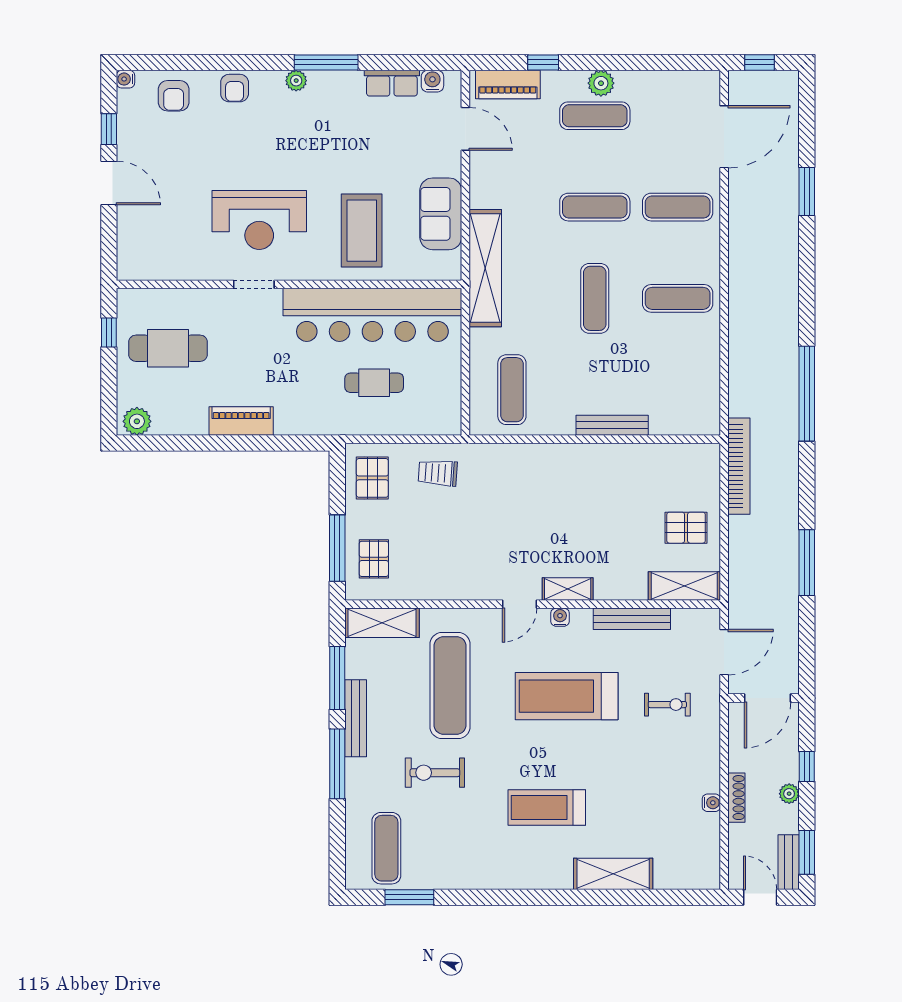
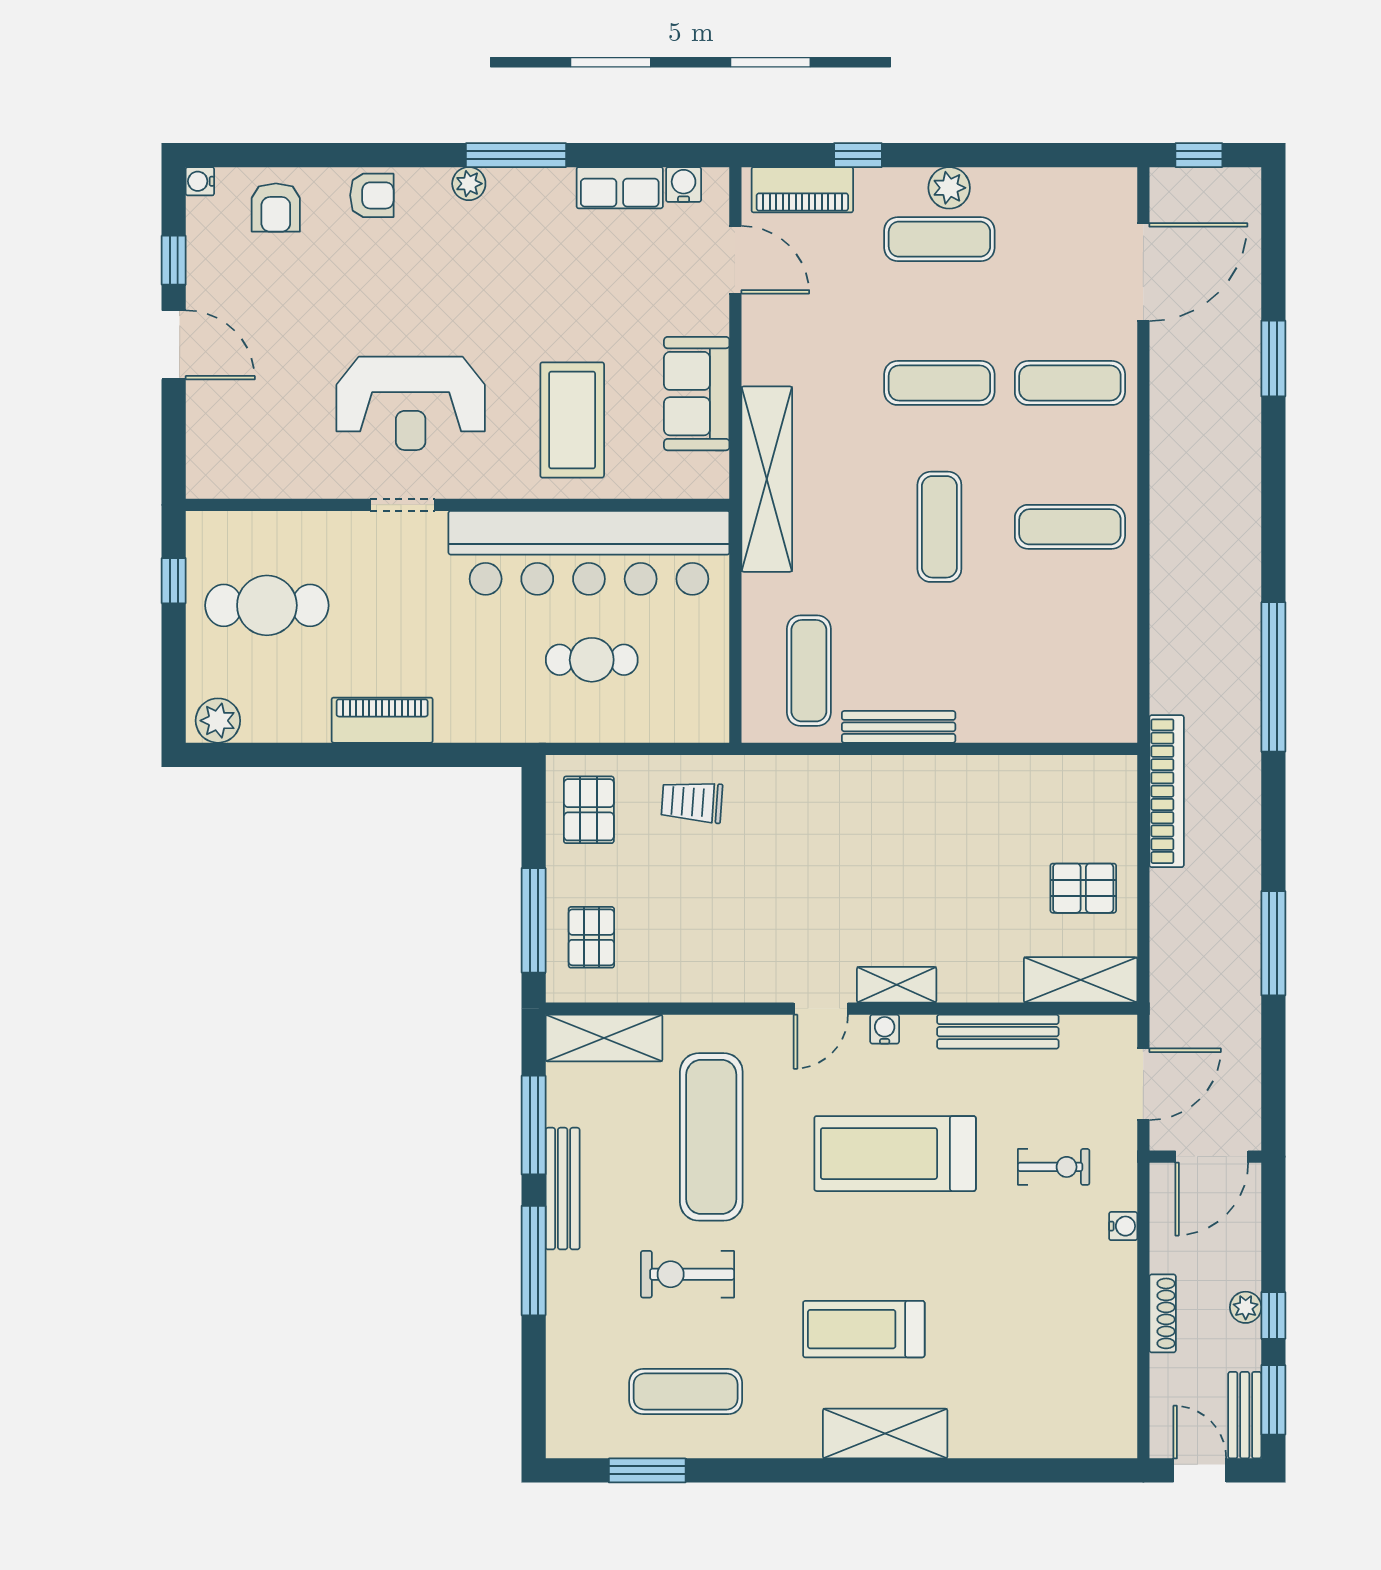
armchair: (235, 88) -> (372, 195), turned -90
bench: (612, 425) -> (899, 727), moved
window: (807, 767) -> (1273, 1315), moved
water cooler: (711, 803) -> (1123, 1226), moved
exercise mat: (386, 848) -> (686, 1391), moved, turned 90
shelving: (613, 874) -> (885, 1434), moved

